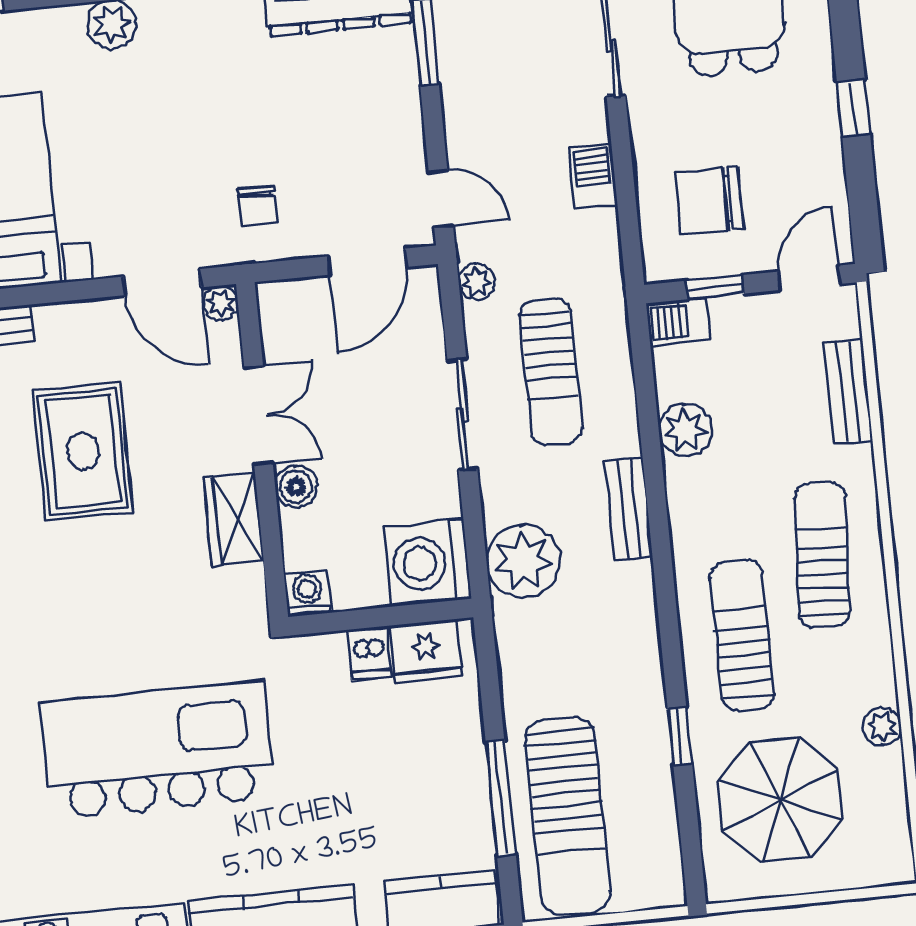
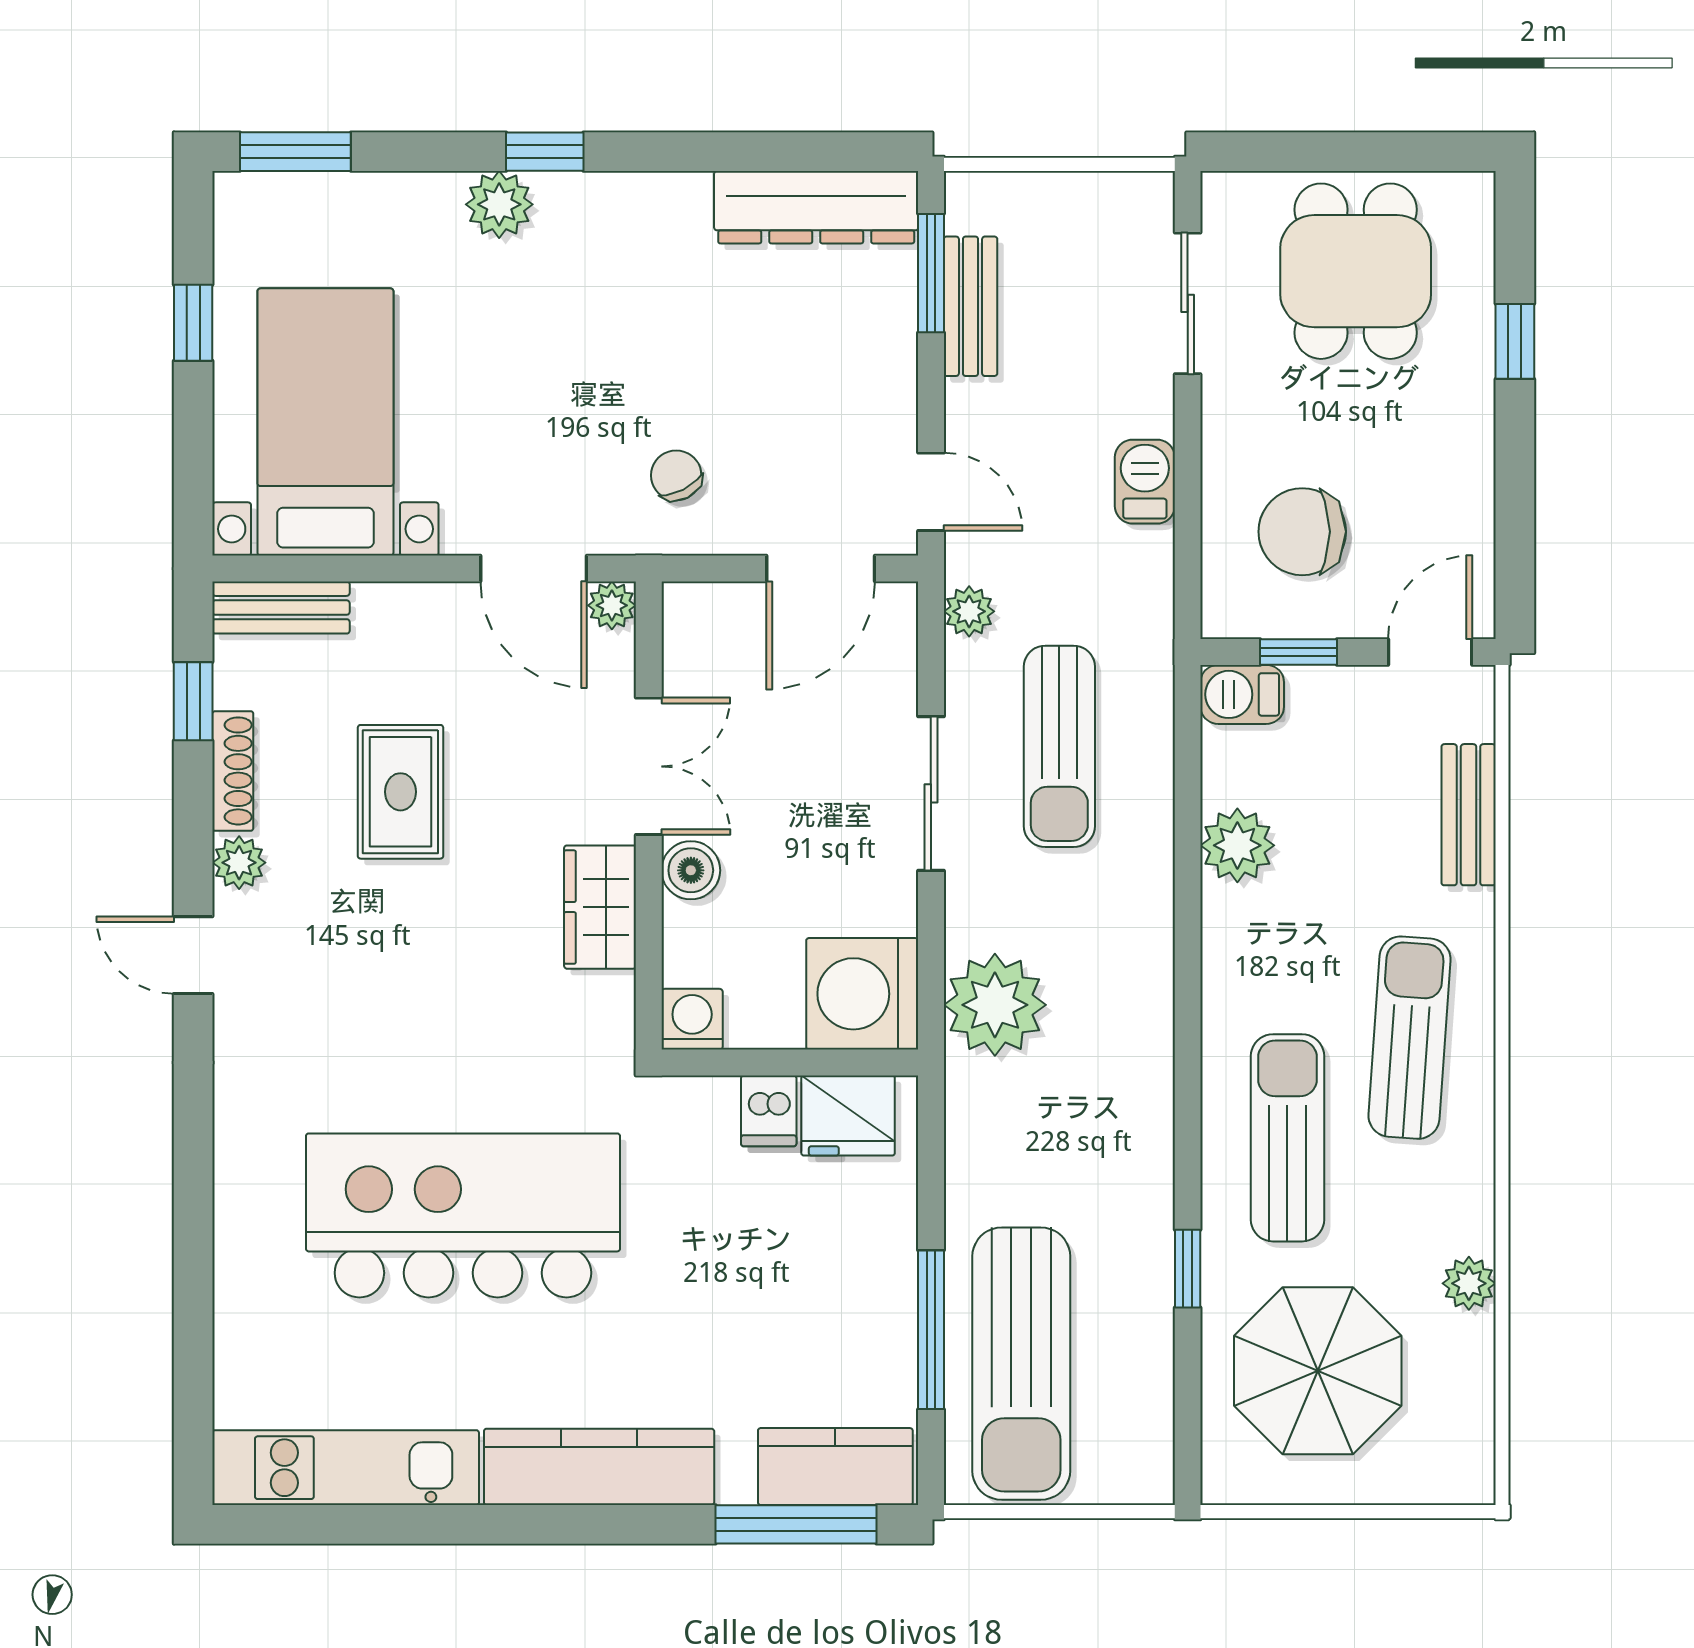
window: (853, 108) -> (1515, 341), moved
chair: (257, 205) -> (676, 475), turned 153
rug: (83, 451) -> (400, 792), width x0.73, depth x0.70
bench: (629, 509) -> (970, 306), moved

